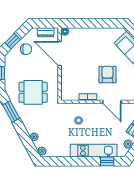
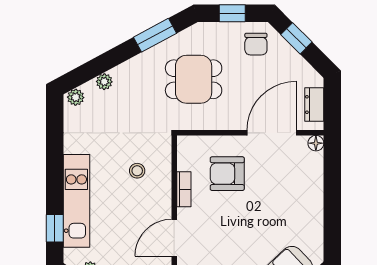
chair: (26, 49) -> (256, 44), moved
armchair: (107, 74) -> (227, 174), moved, turned 180
dining table: (33, 92) -> (194, 79), turned 90

